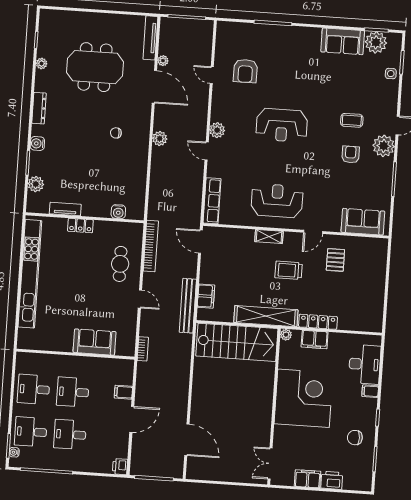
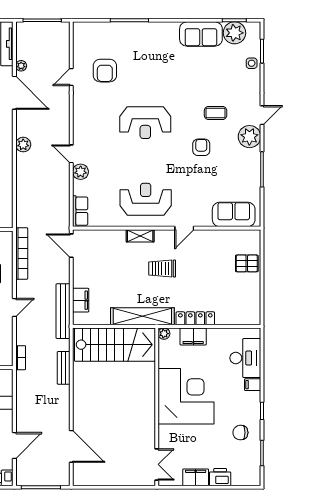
door: (212, 75) -> (71, 77), hinge flipped
plant: (217, 130) -> (81, 172), moved
armchair: (351, 154) -> (201, 147), moved
row of seats: (212, 201) -> (80, 211), width x0.68
pallet: (335, 260) -> (247, 263), moved, turned 90
door: (140, 299) -> (14, 308), hinge flipped
bench: (185, 362) -> (64, 368), added
door: (132, 419) -> (14, 446), moved
double door: (270, 463) -> (157, 464), swing flipped

